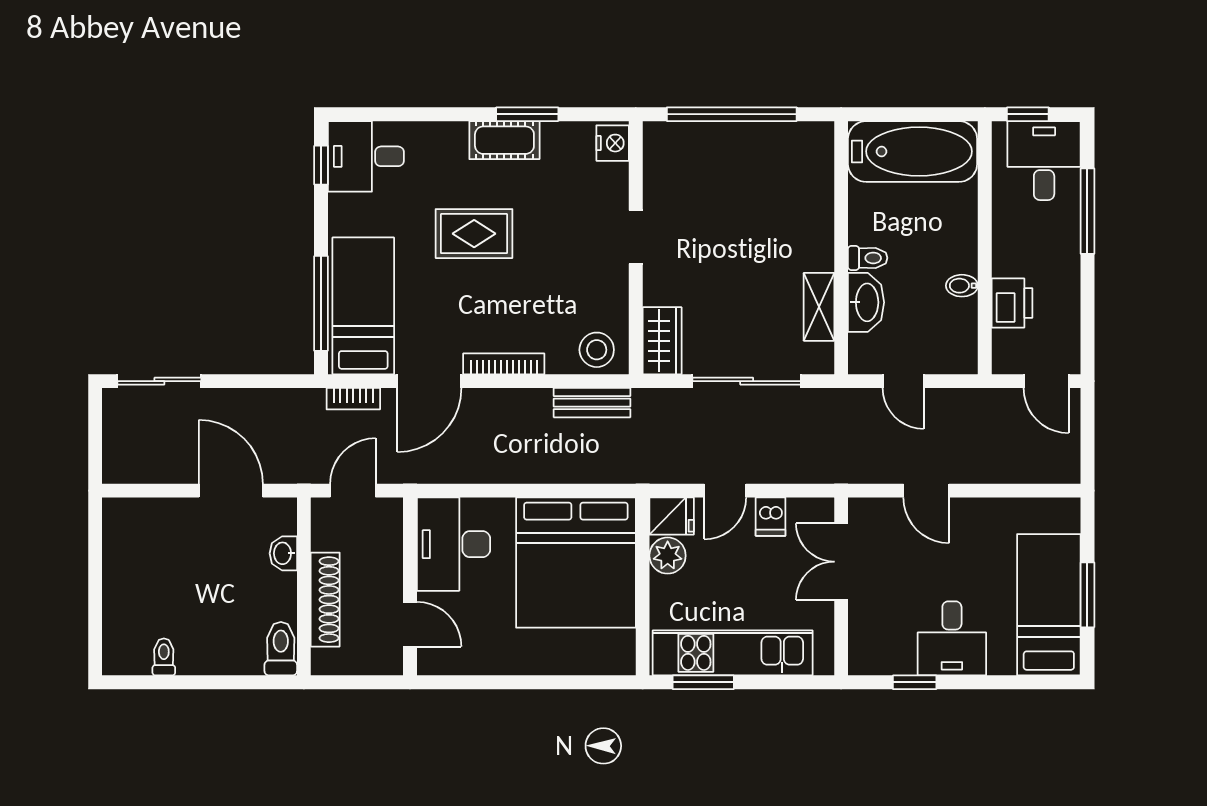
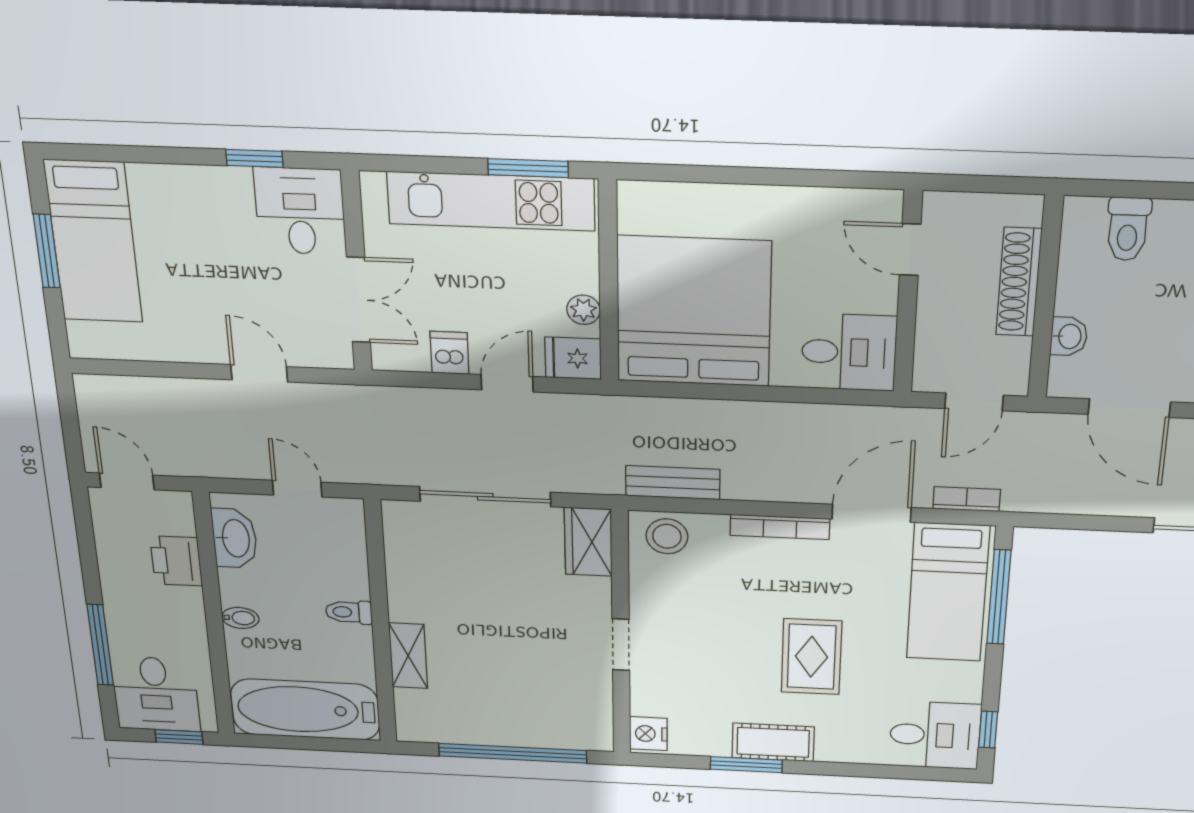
rug: (474, 234) -> (811, 657), turned 90
bidet: (962, 286) -> (240, 618), moved
washbasin: (866, 302) -> (235, 538), moved, turned 180
shelving: (819, 307) -> (408, 656), moved
desk: (453, 544) -> (849, 352), width x0.73
plant: (668, 556) -> (584, 310), width x0.73, depth x0.73
desk: (952, 638) -> (300, 211), moved
toilet: (281, 649) -> (1128, 229), moved

